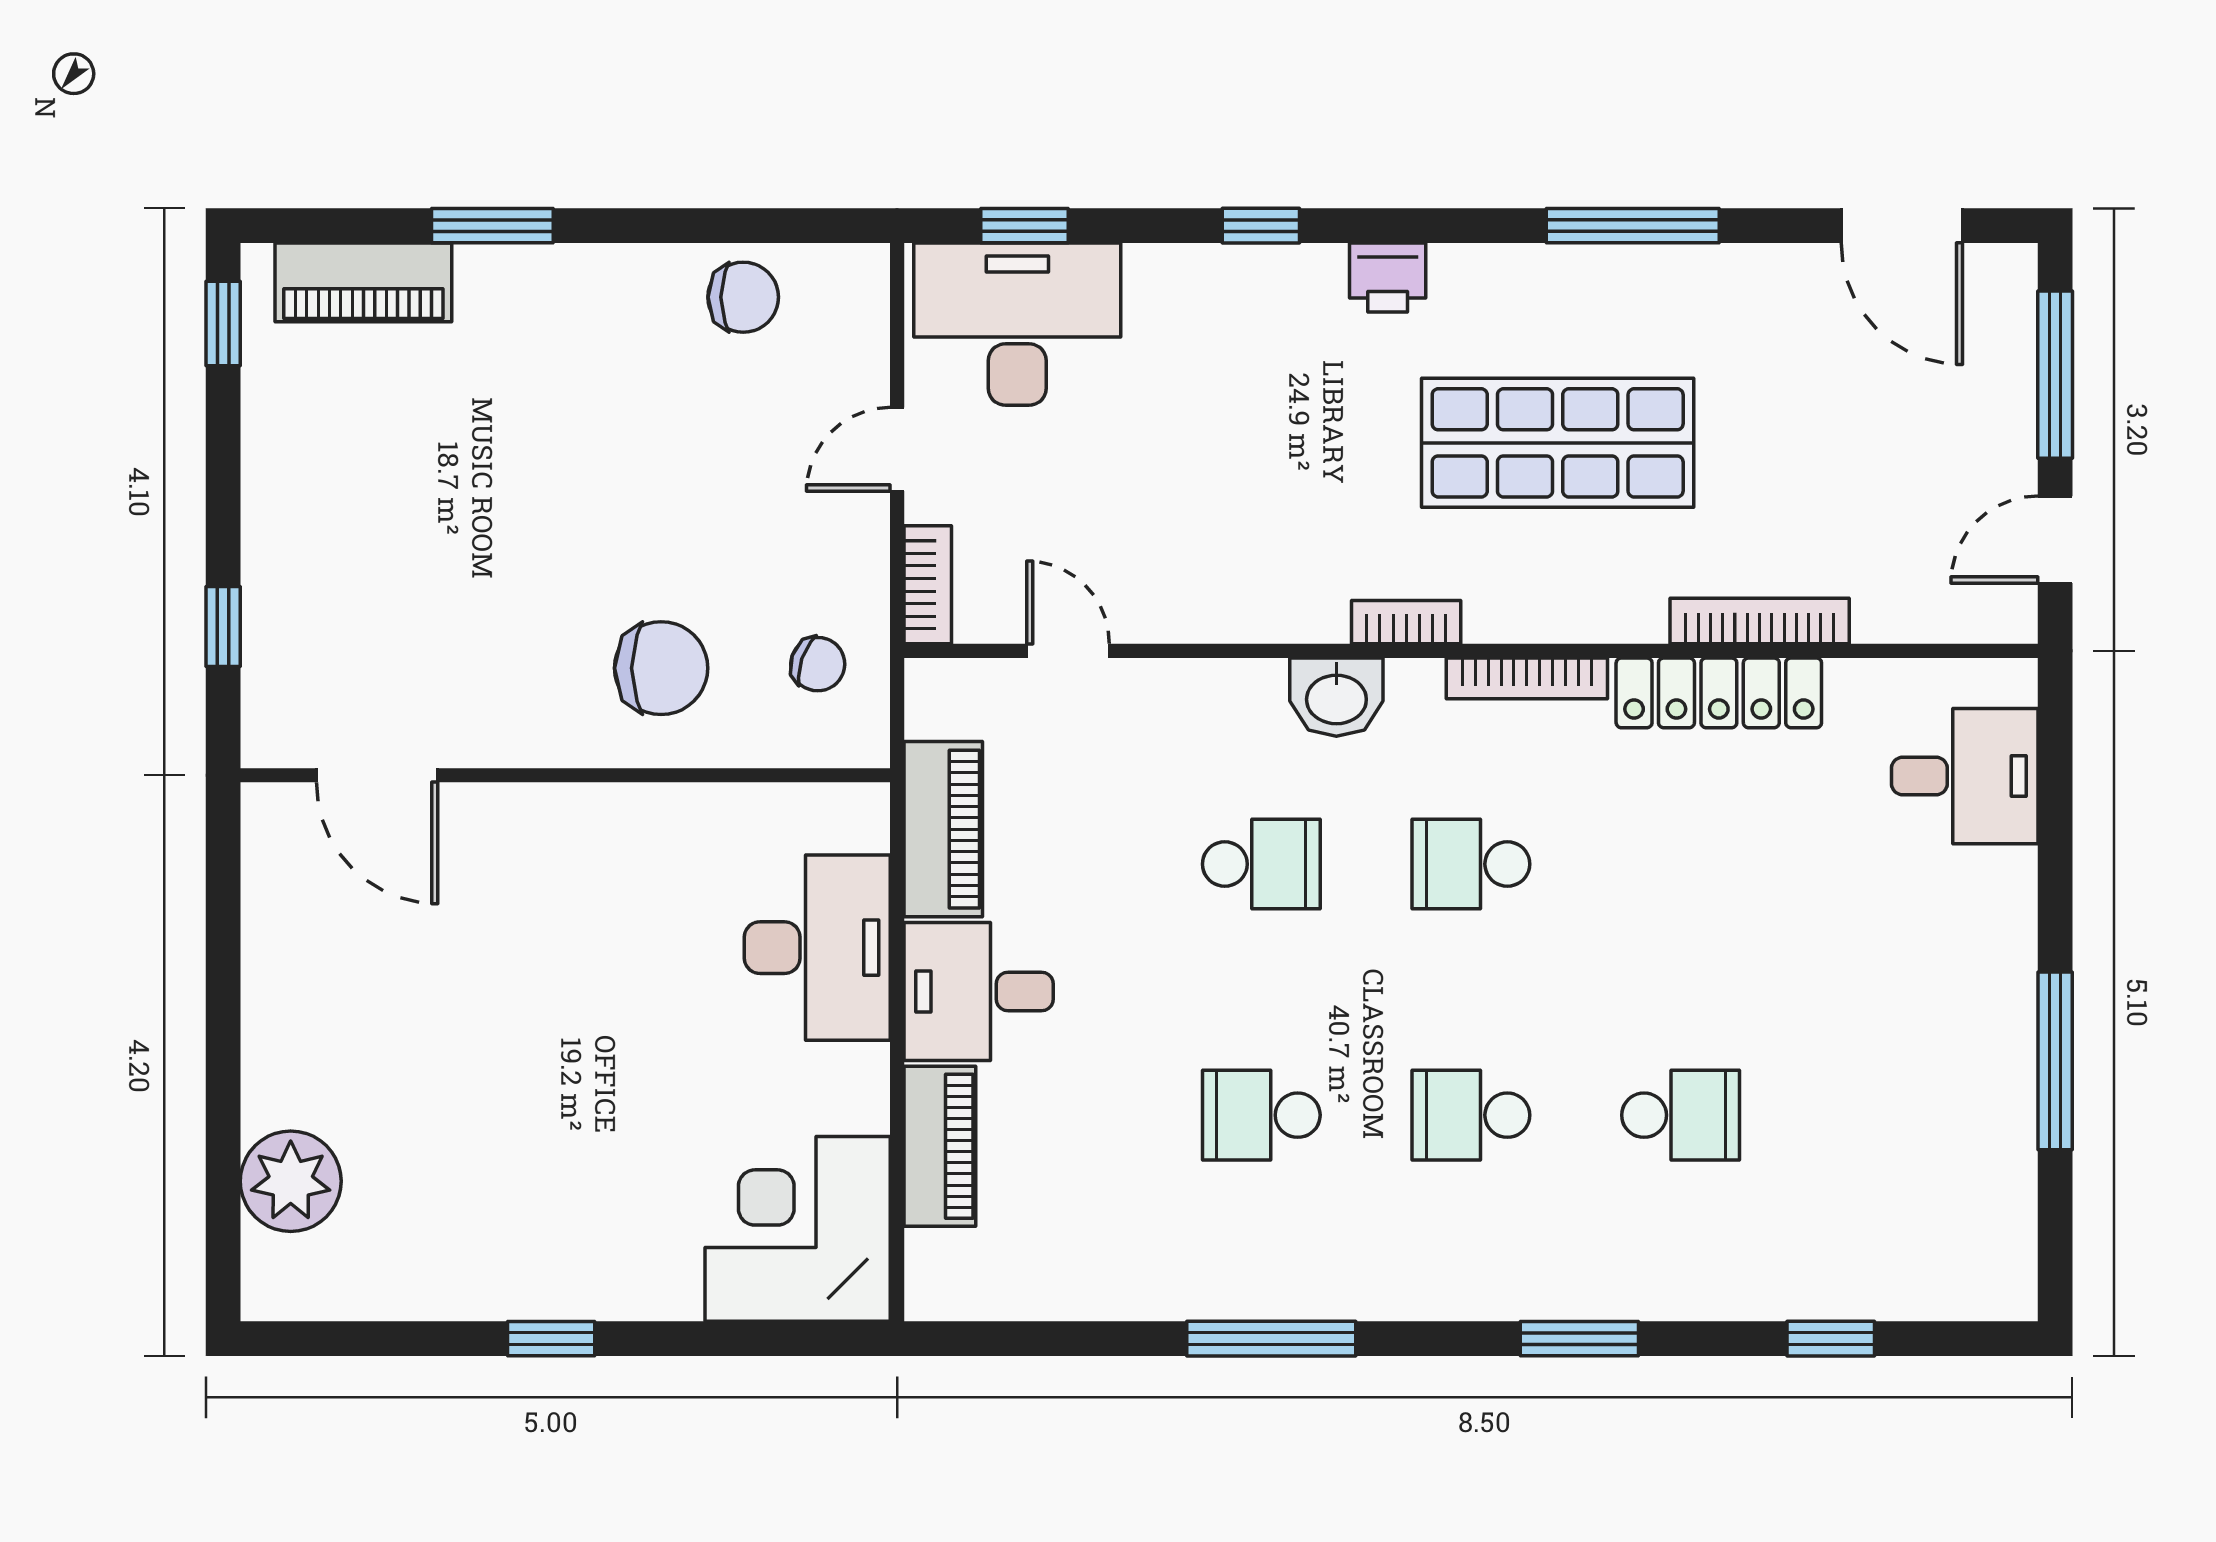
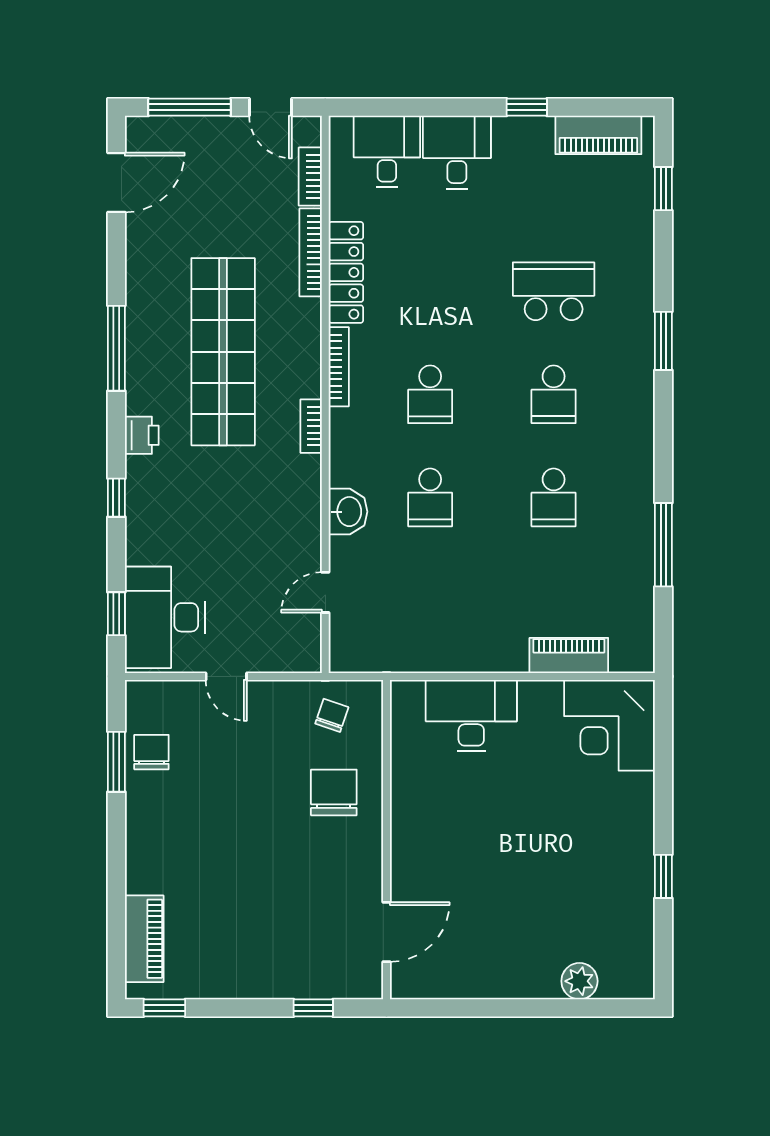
window: (492, 226) -> (116, 762), moved
window: (1633, 226) -> (116, 348), moved
shop shelf: (1558, 443) -> (223, 352), width x1.40
bookcase: (928, 585) -> (310, 177), moved, turned -90
washbasin: (1336, 697) -> (348, 512), moved
piano: (943, 829) -> (598, 135), moved, turned 180
school desk: (1261, 864) -> (430, 497), turned 180
desk: (979, 992) -> (457, 152), moved, turned 180
window: (2055, 1061) -> (527, 107), width x0.46
school desk: (1681, 1115) -> (554, 291), width x1.85
plant: (291, 1181) -> (579, 981), width x0.73, depth x0.73
window: (551, 1339) -> (663, 876), moved
window: (1271, 1339) -> (663, 545), moved
window: (1831, 1339) -> (663, 189), moved

